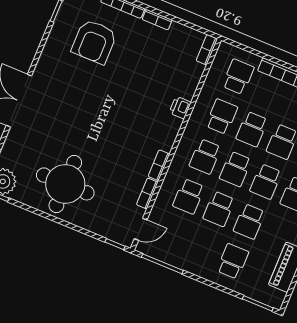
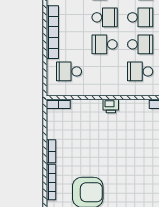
school desk: (222, 117) -> (105, 71), removed
school desk: (252, 129) -> (105, 44), turned 180
school desk: (205, 156) -> (140, 71), turned 180

